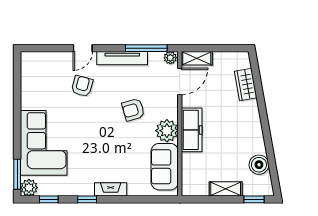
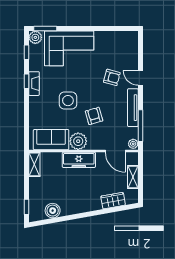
shelving: (197, 58) -> (133, 177), moved
side table: (113, 144) -> (68, 101), added
fireplace: (111, 189) -> (34, 84), moved
shelving: (226, 189) -> (34, 164), moved

